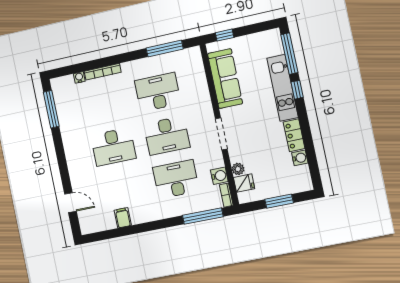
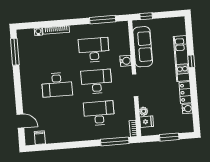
window: (289, 54) -> (189, 35), removed
desk: (167, 136) -> (96, 82), turned 180
water cooler: (219, 176) -> (126, 61), moved
filing cabinet: (123, 218) -> (40, 138), moved

